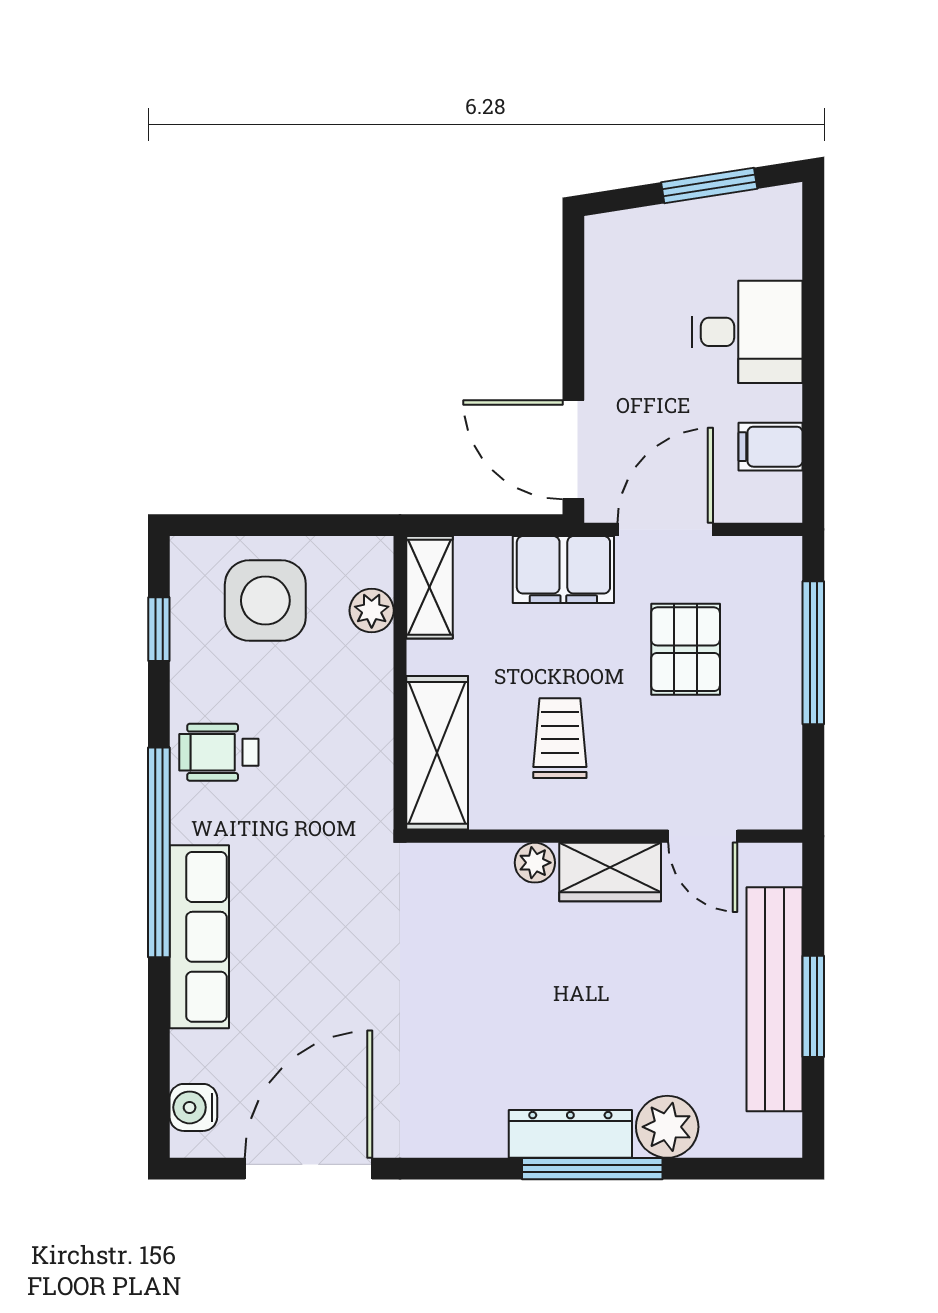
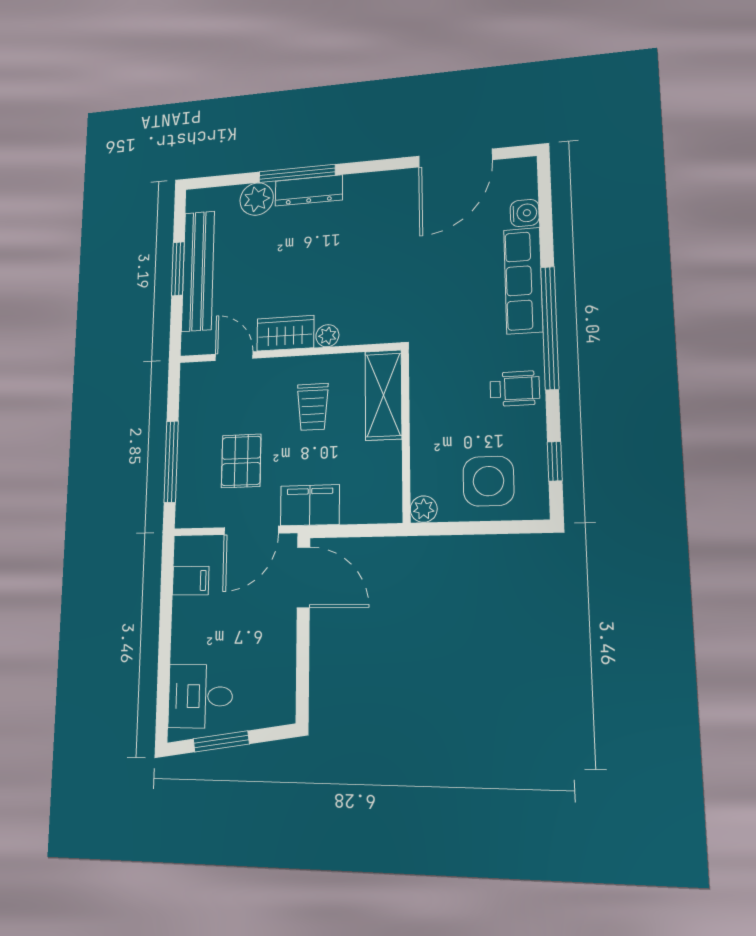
desk: (747, 332) -> (200, 696), moved
shelving: (430, 587) -> (389, 492), removed
plant: (372, 611) -> (424, 509), moved
water cooler: (193, 1107) -> (525, 213), moved

